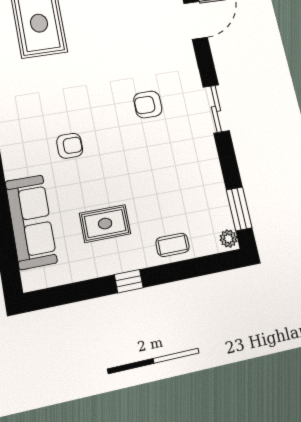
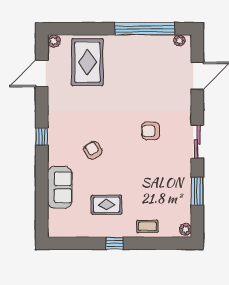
armchair: (70, 146) -> (93, 150), turned -122
window: (239, 209) -> (197, 191), moved
sofa: (31, 222) -> (60, 187), width x0.73

